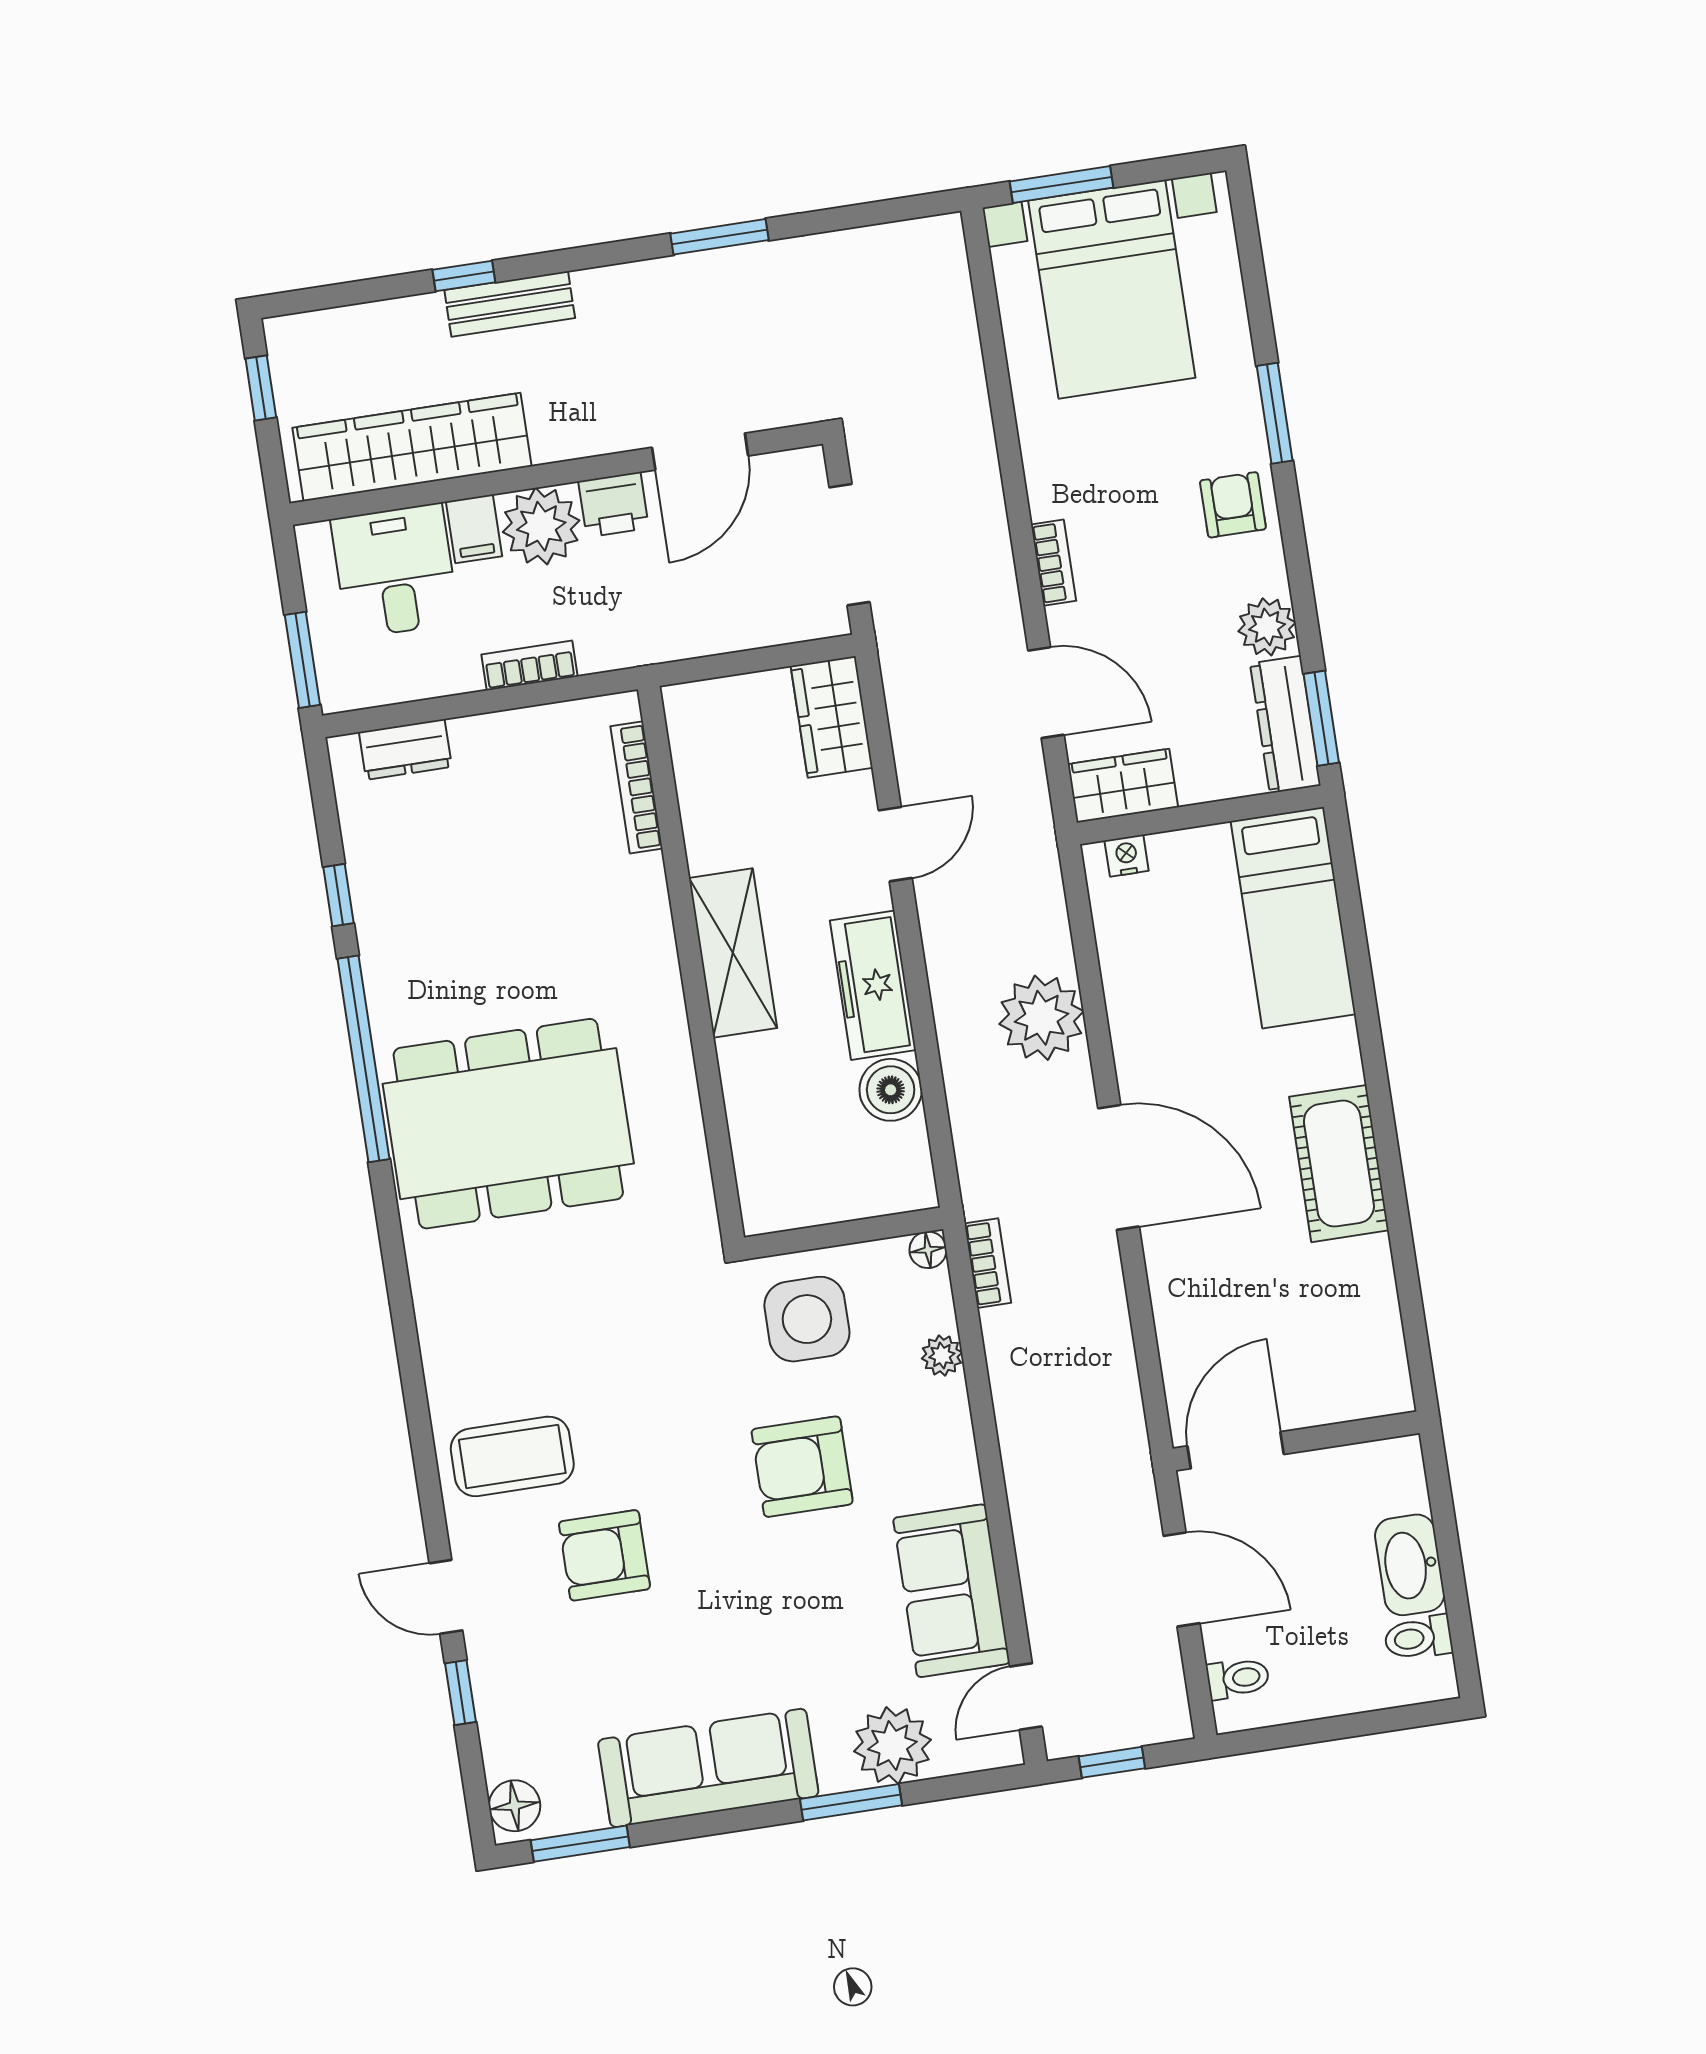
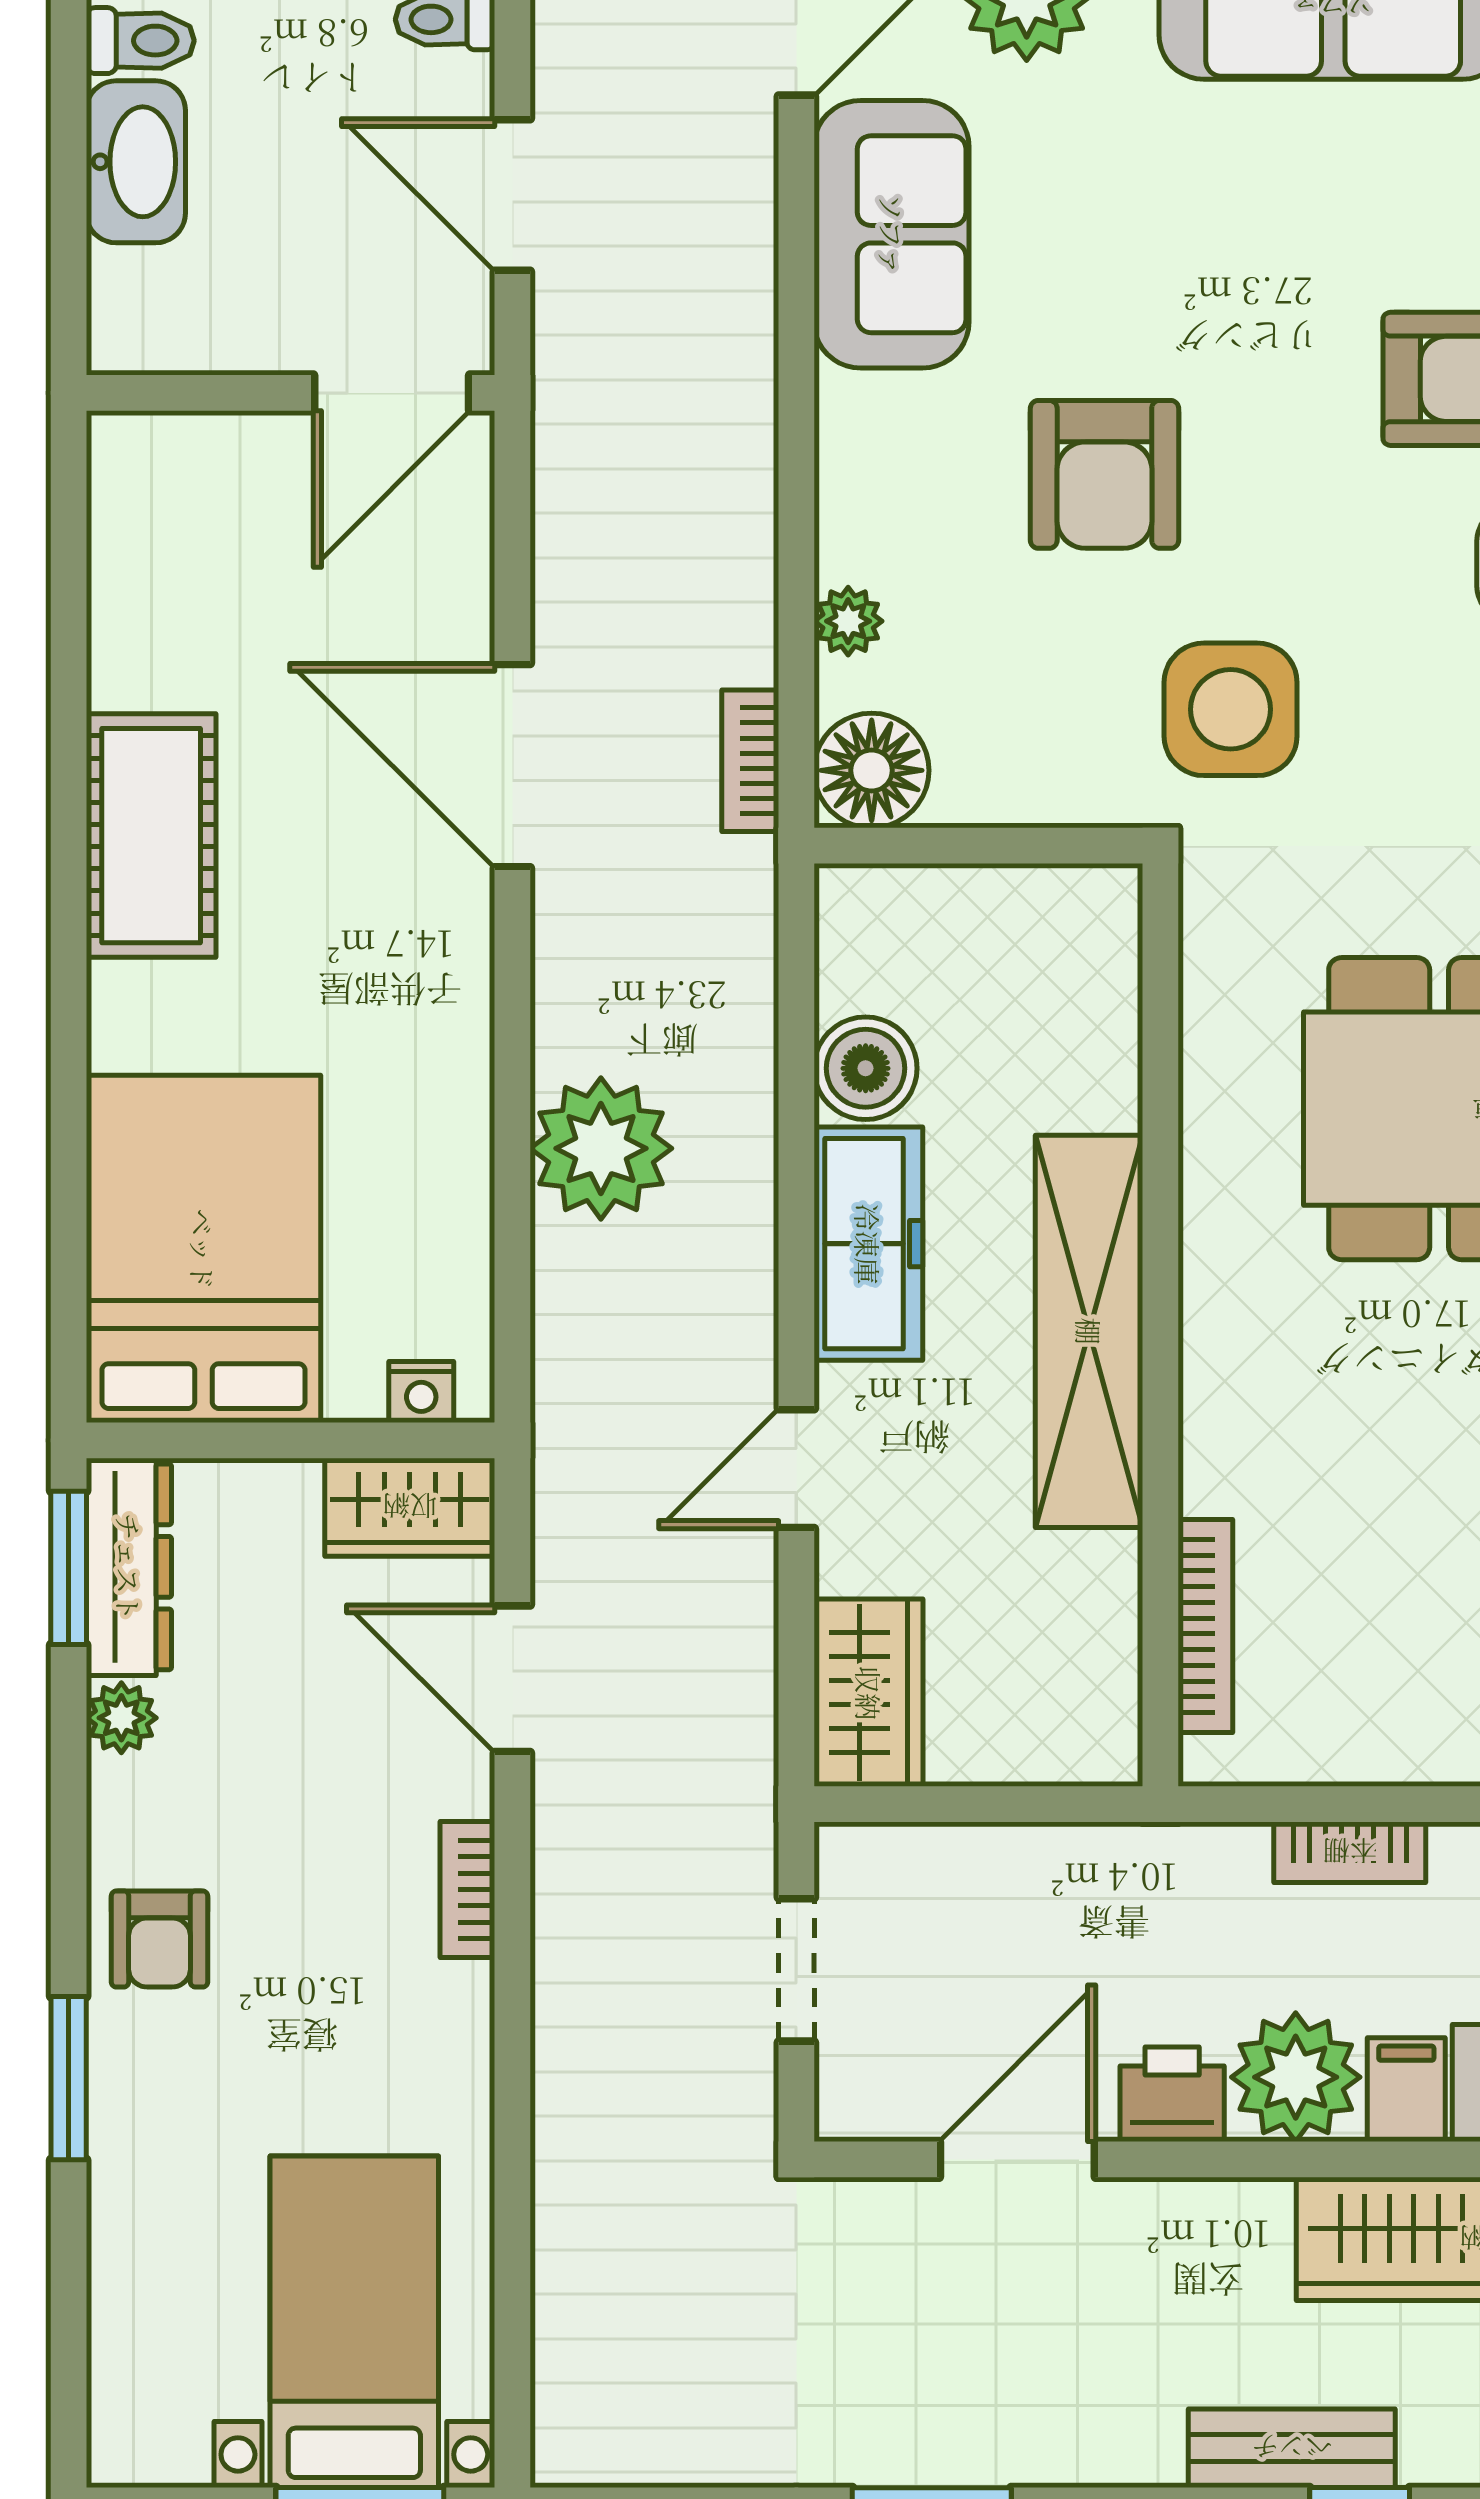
bed with nightstands: (1112, 289) -> (354, 2322), width x0.73
doorway: (850, 545) -> (796, 1970), width x0.73
plant: (1267, 627) -> (121, 1718), width x0.73, depth x0.73
bed: (1293, 918) -> (203, 1249), width x1.50
shelving: (733, 953) -> (1089, 1331), width x1.47
door: (1119, 1167) -> (512, 766), moved
floor lamp: (928, 1250) -> (872, 770), width x1.89, depth x1.89
side table: (807, 1319) -> (1231, 709), moved
armchair: (802, 1467) -> (1104, 474), turned 90

